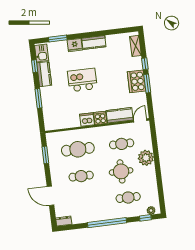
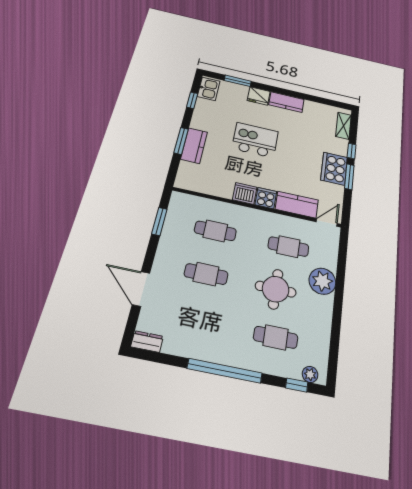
kitchen counter: (44, 74) -> (194, 146), moved
cafe table: (78, 149) -> (215, 231), width x0.73, depth x0.74

